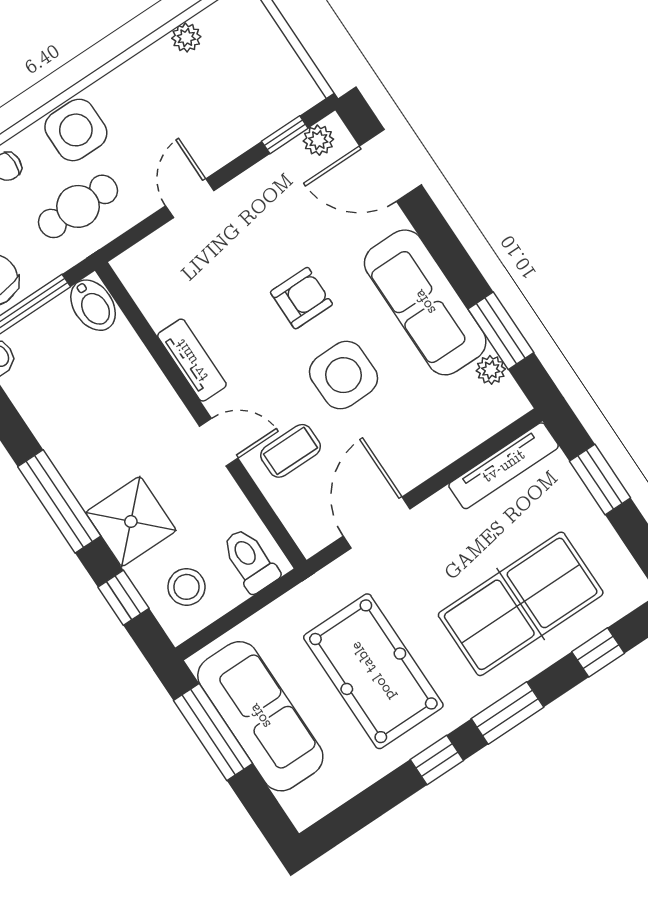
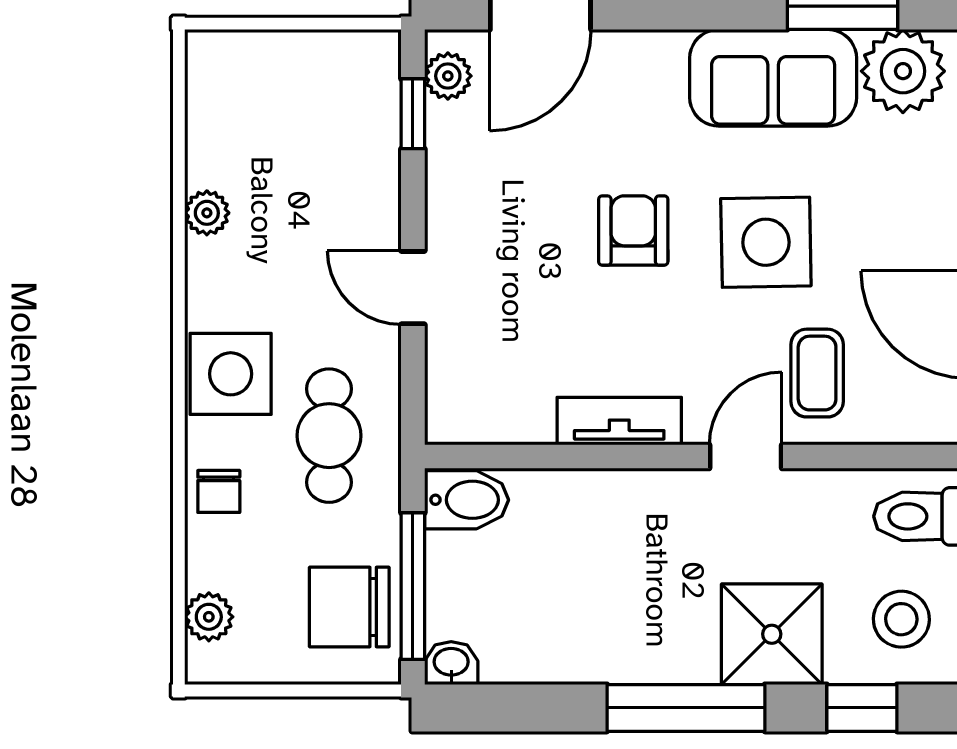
plant: (186, 38) -> (207, 213), moved
sofa: (425, 302) -> (773, 78), width x0.73
plant: (491, 370) -> (903, 71), width x1.88, depth x1.88

